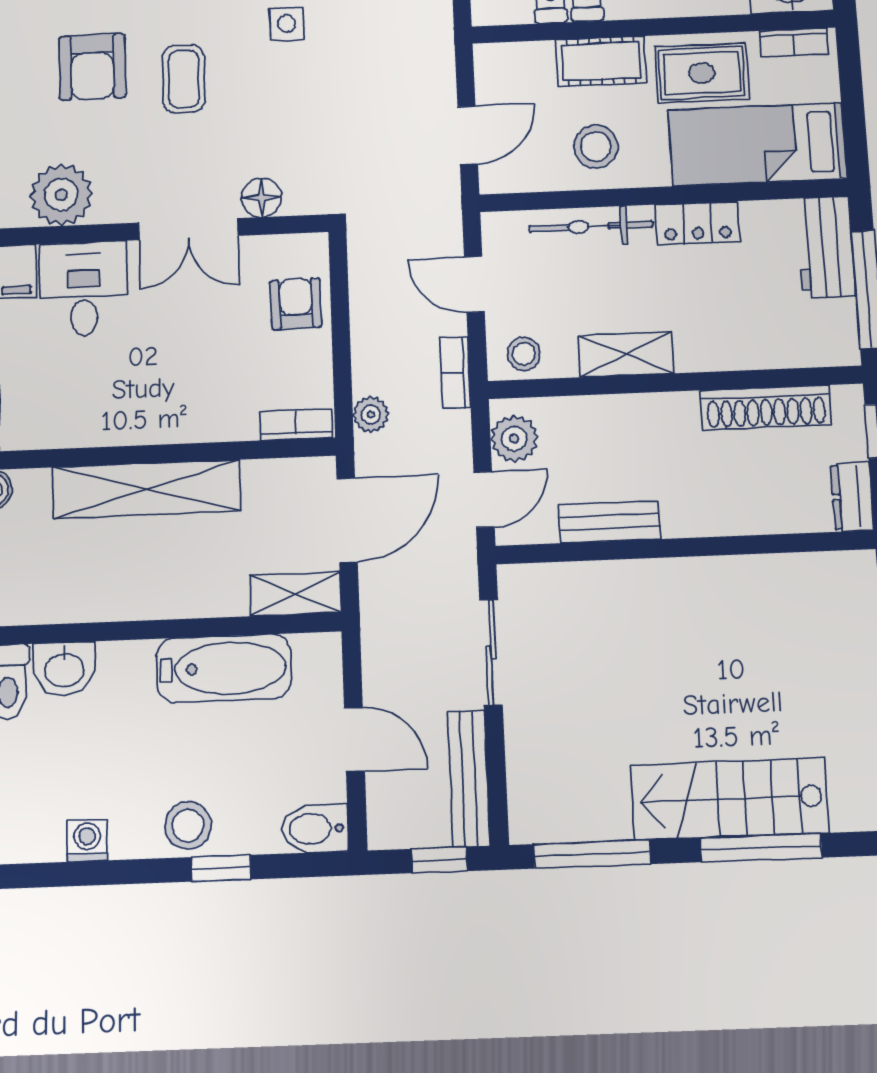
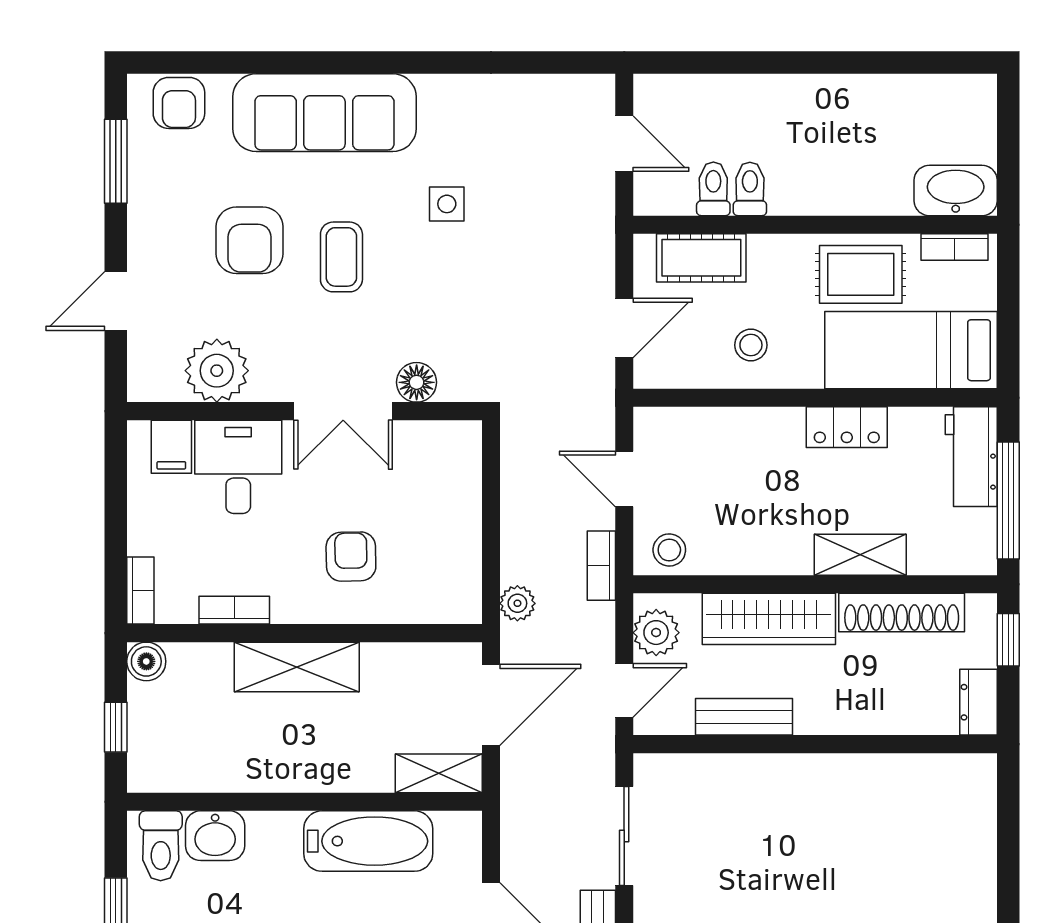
cot: (601, 61) -> (701, 258), moved
stool: (596, 146) -> (751, 345), width x0.73, depth x0.73
bicycle: (591, 227) -> (742, 426), removed
armchair: (296, 304) -> (351, 557), moved
shelving: (626, 354) -> (860, 555), moved
wardrobe: (630, 420) -> (769, 619), added
bookcase: (296, 425) -> (234, 610), moved
shelving: (146, 489) -> (297, 667), width x0.68

